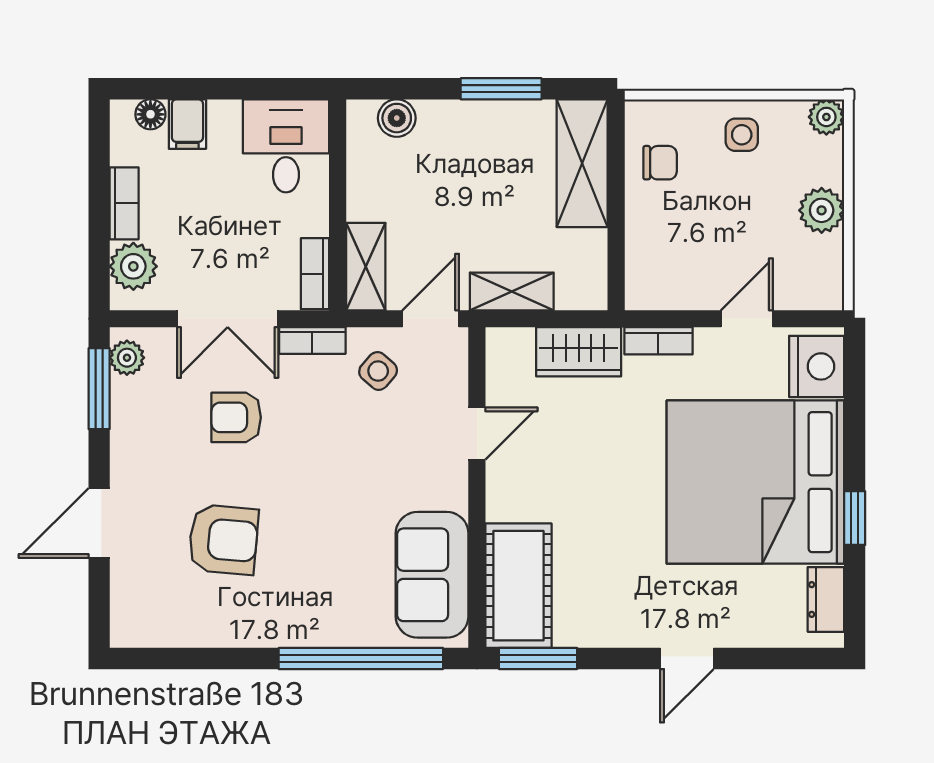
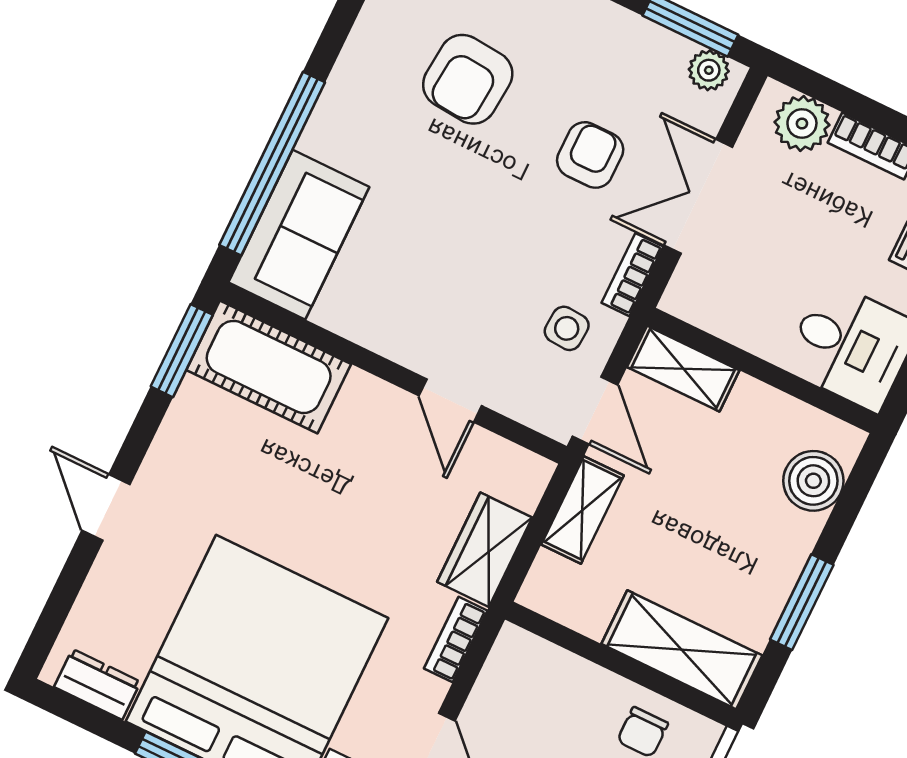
boiler: (397, 118) -> (813, 481), width x1.36, depth x1.36
bookcase: (315, 274) -> (702, 311), removed
side table: (378, 371) -> (567, 328), turned -37
sofa: (432, 575) -> (299, 235), moved, turned 90

